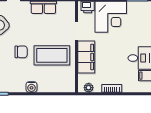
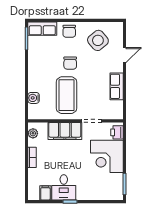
water cooler: (31, 87) -> (34, 98), moved

